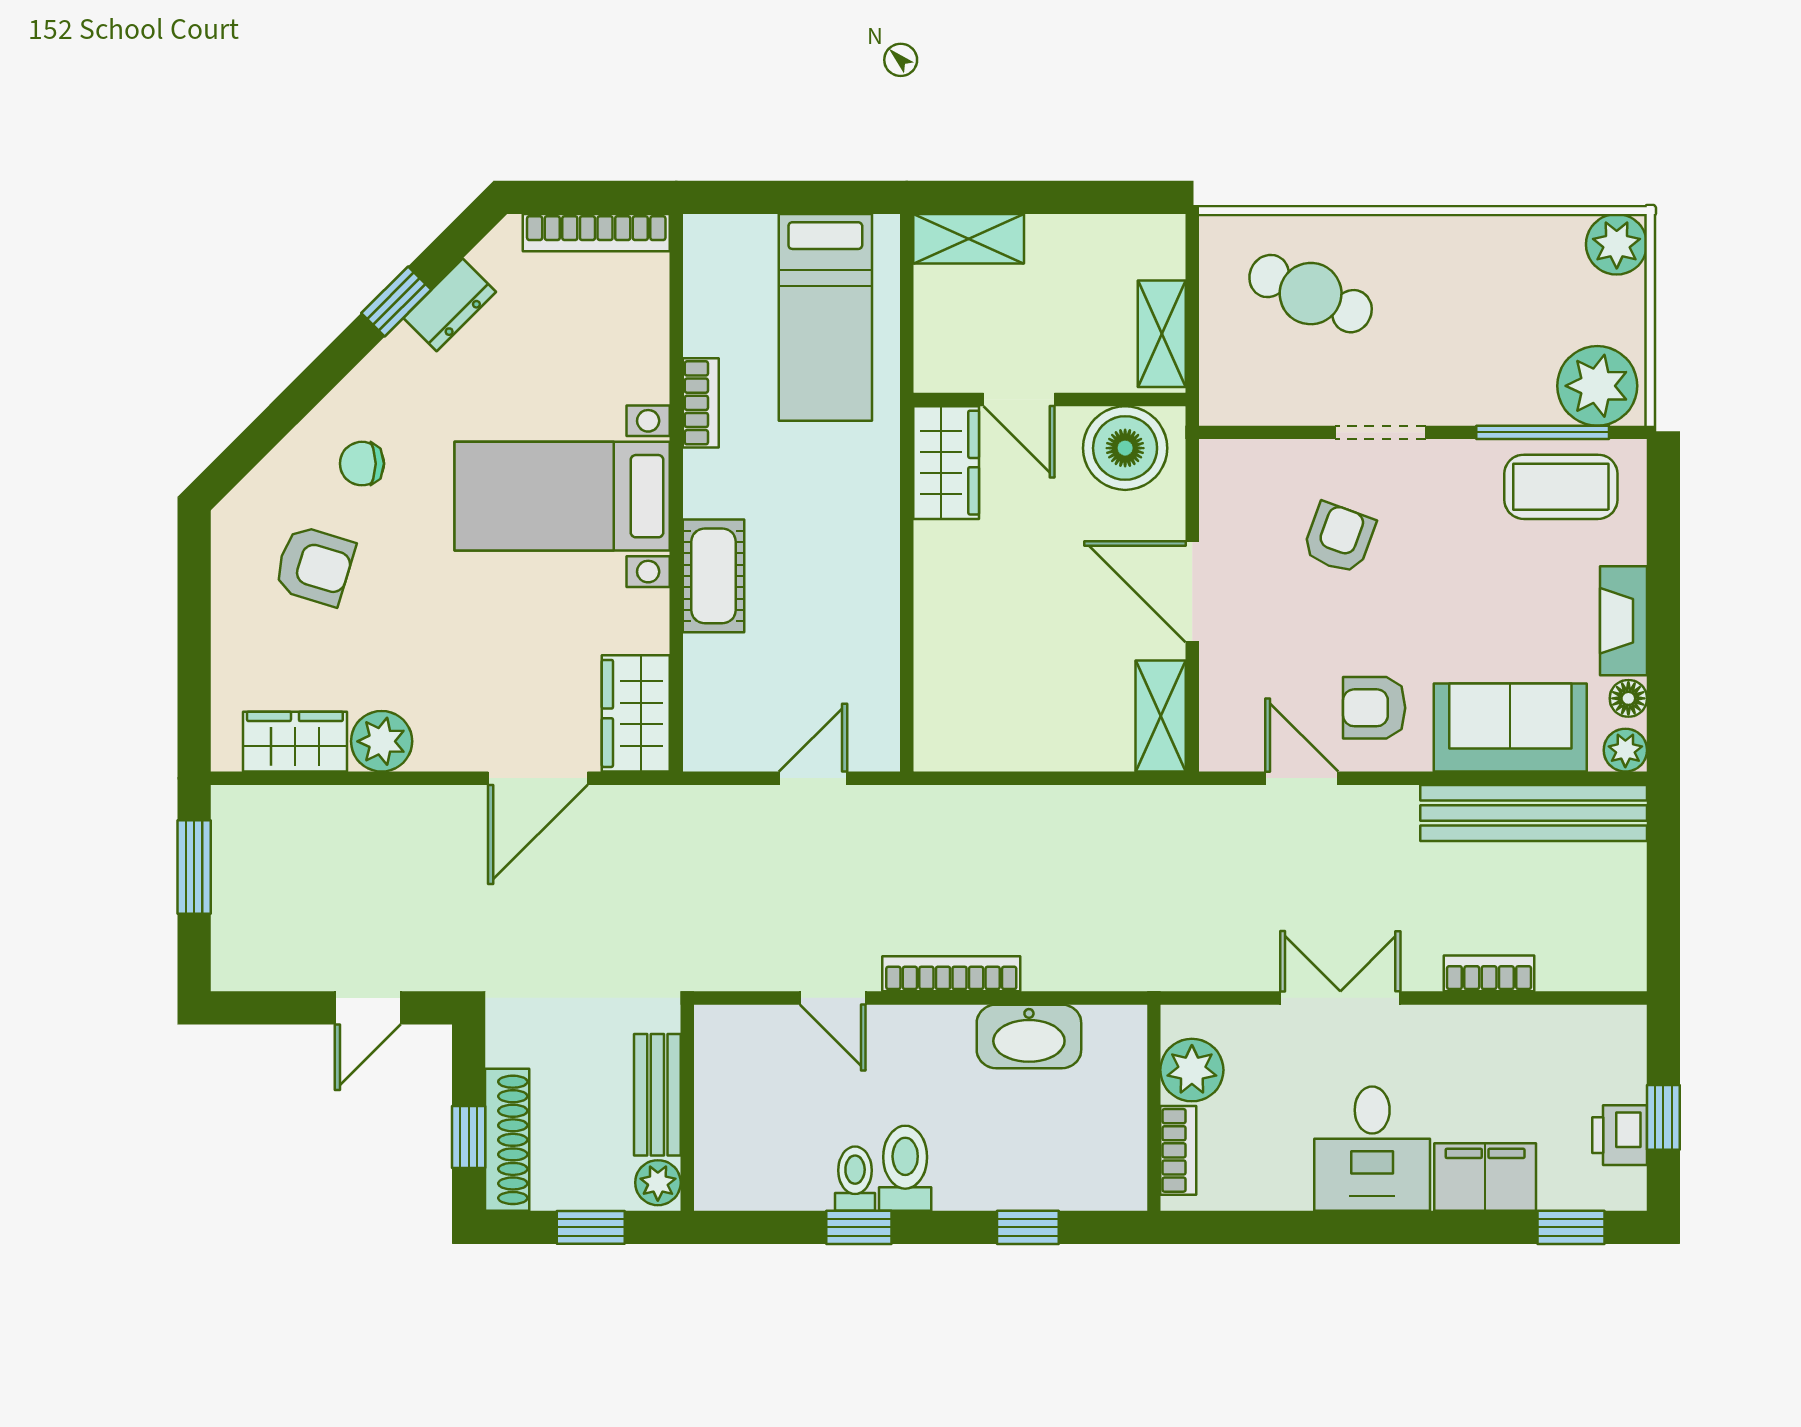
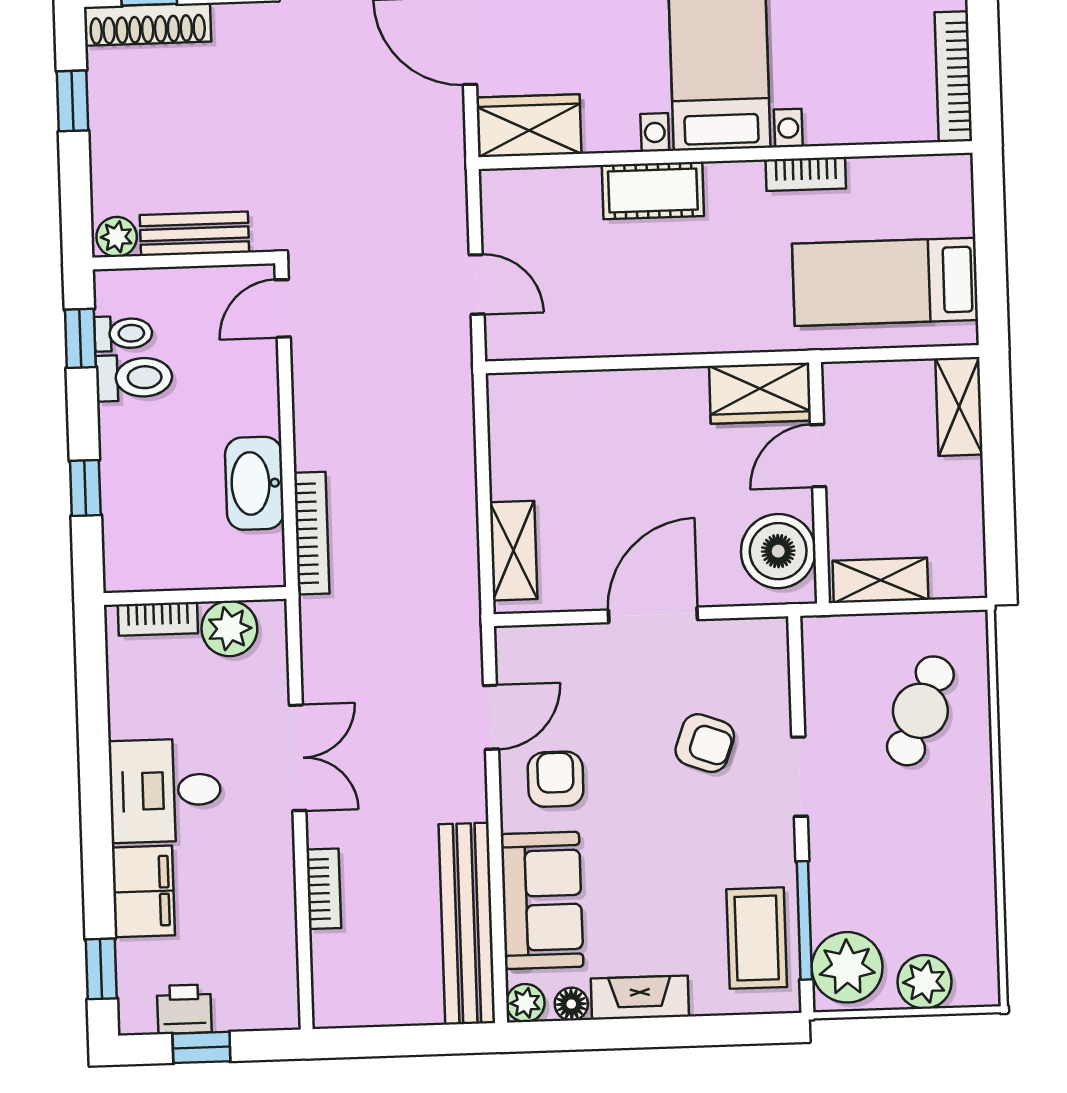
plant: (1617, 244) -> (924, 982), moved
shelving: (1161, 716) -> (513, 551), moved, turned 90
bookcase: (951, 974) -> (312, 533), moved
bench: (657, 1095) -> (194, 234), moved
wall: (687, 1108) -> (184, 261), moved
plant: (658, 1183) -> (117, 237), moved

